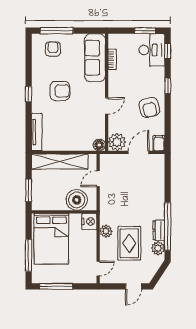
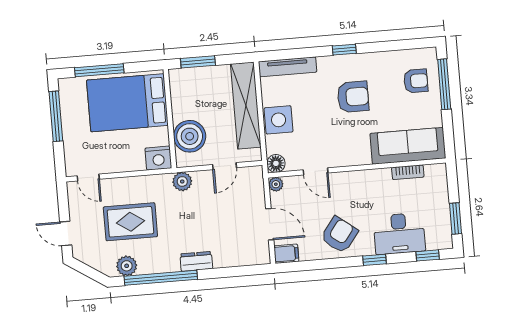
desk: (152, 50) -> (399, 234), moved
armchair: (60, 91) -> (353, 97), turned -90
door: (107, 106) -> (316, 171), moved
armchair: (149, 107) -> (339, 235), turned 140
side table: (71, 141) -> (279, 120), added
plant: (117, 142) -> (276, 184), width x0.53, depth x0.53
door: (98, 179) -> (225, 166), swing flipped
dresser: (159, 230) -> (196, 261), moved
plant: (106, 231) -> (182, 181), moved

